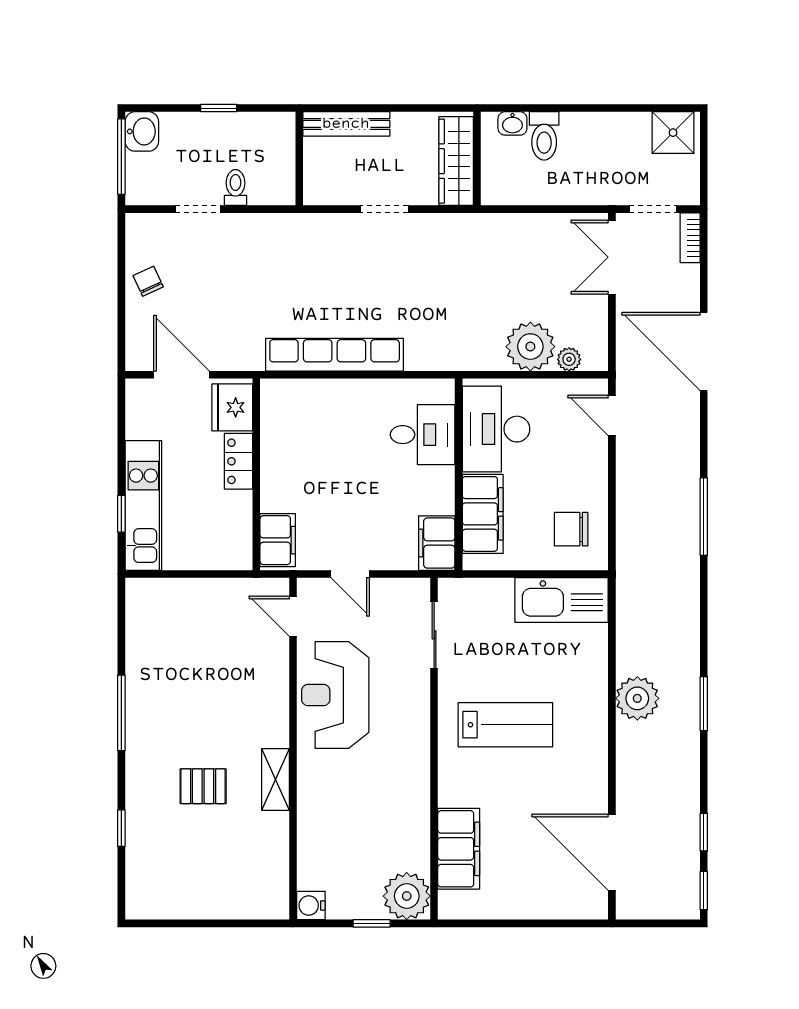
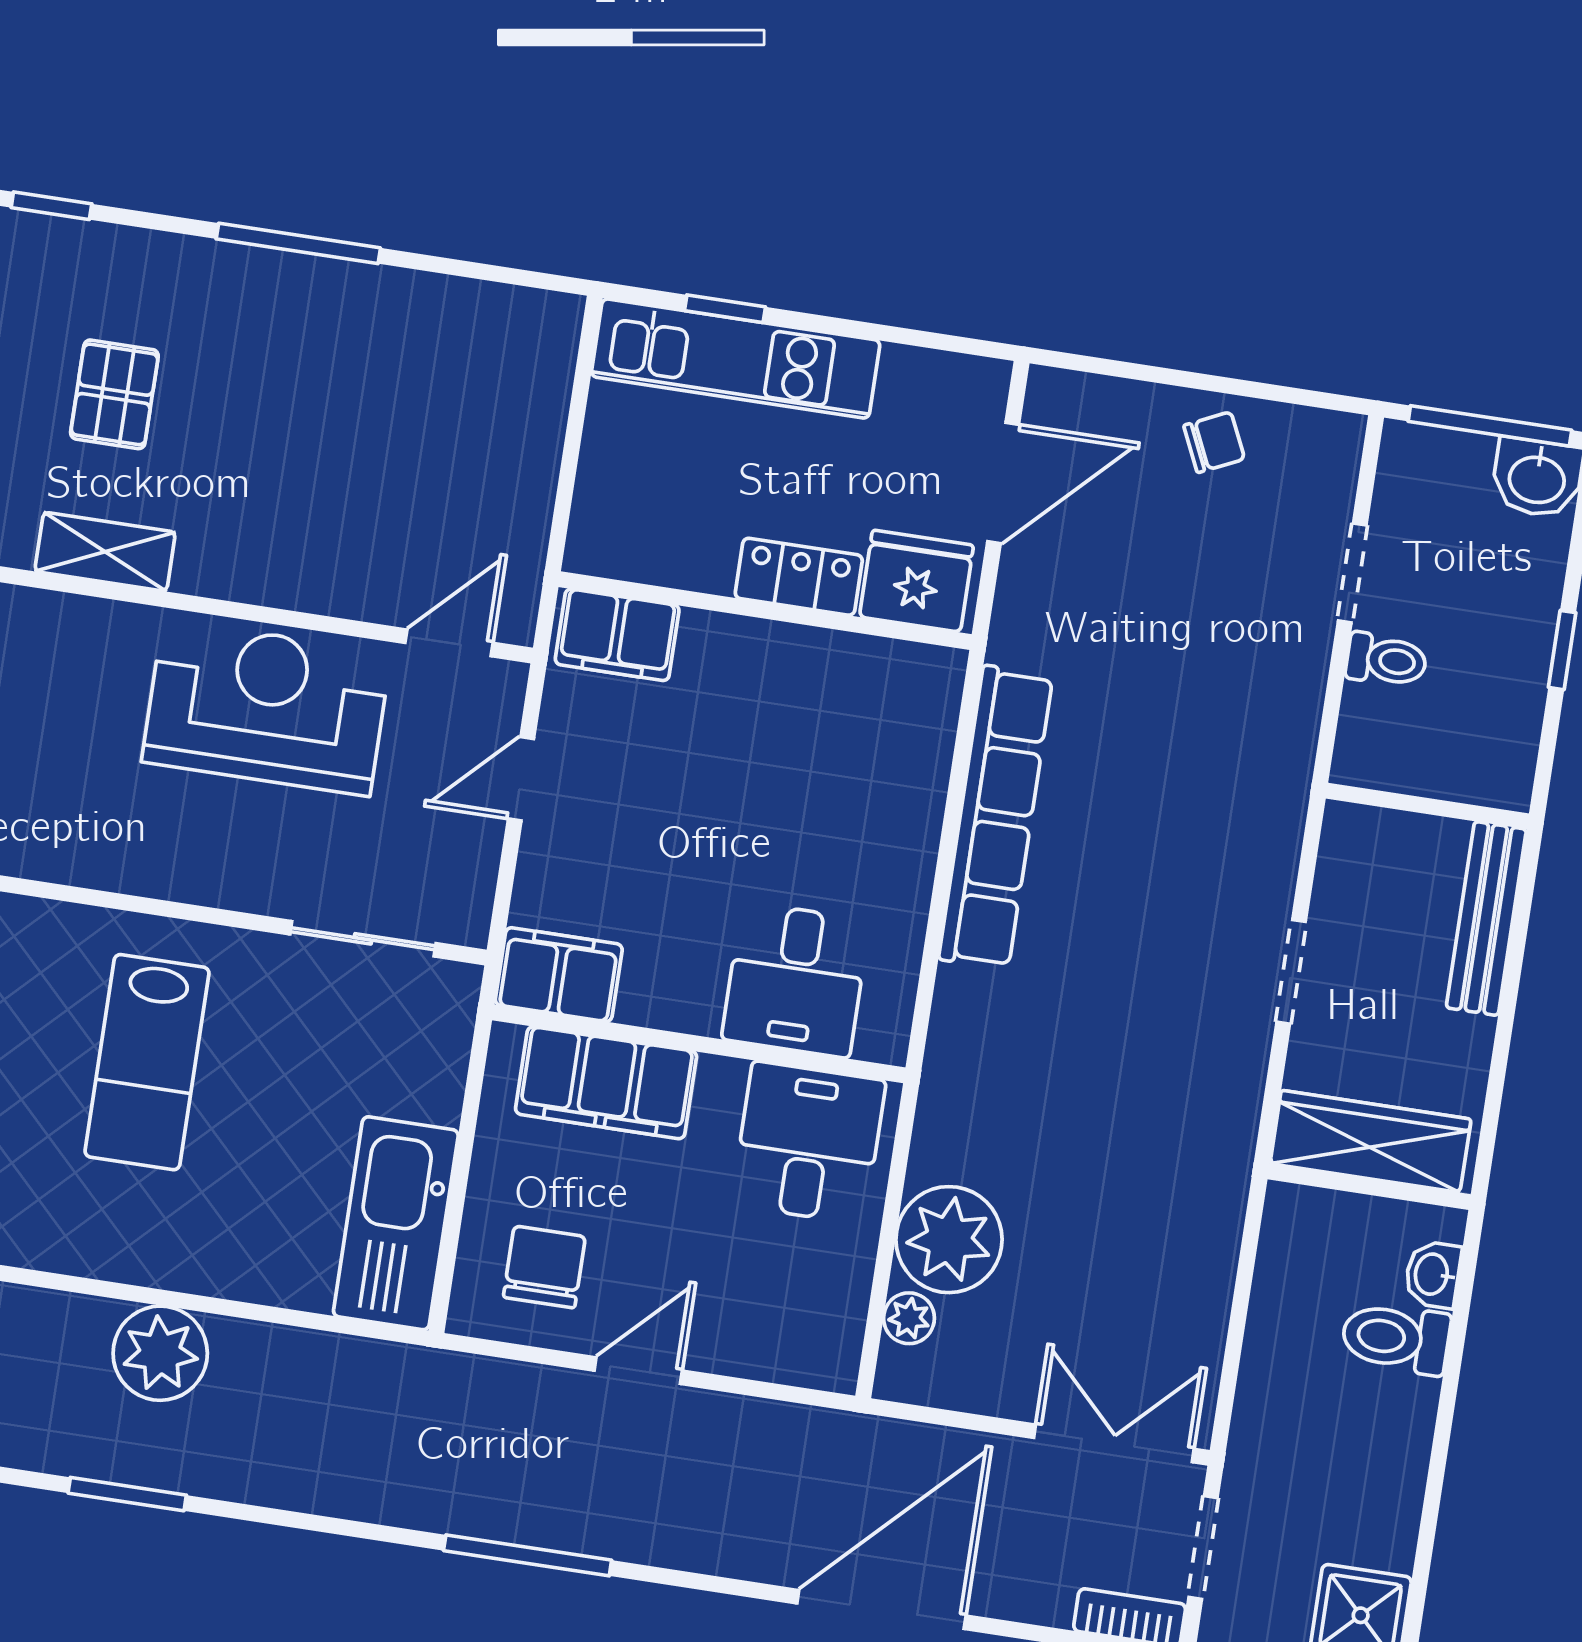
door: (612, 415) -> (638, 1371), moved
desk: (496, 429) -> (809, 1143), width x0.73

